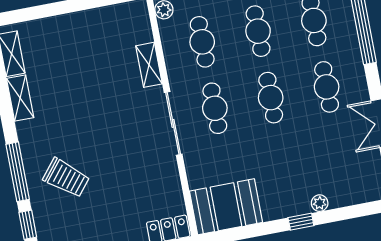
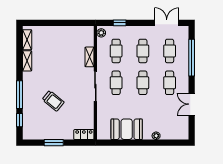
trolley: (66, 178) -> (53, 101), moved
booth: (226, 207) -> (127, 129), moved
window: (301, 222) -> (146, 143), removed

